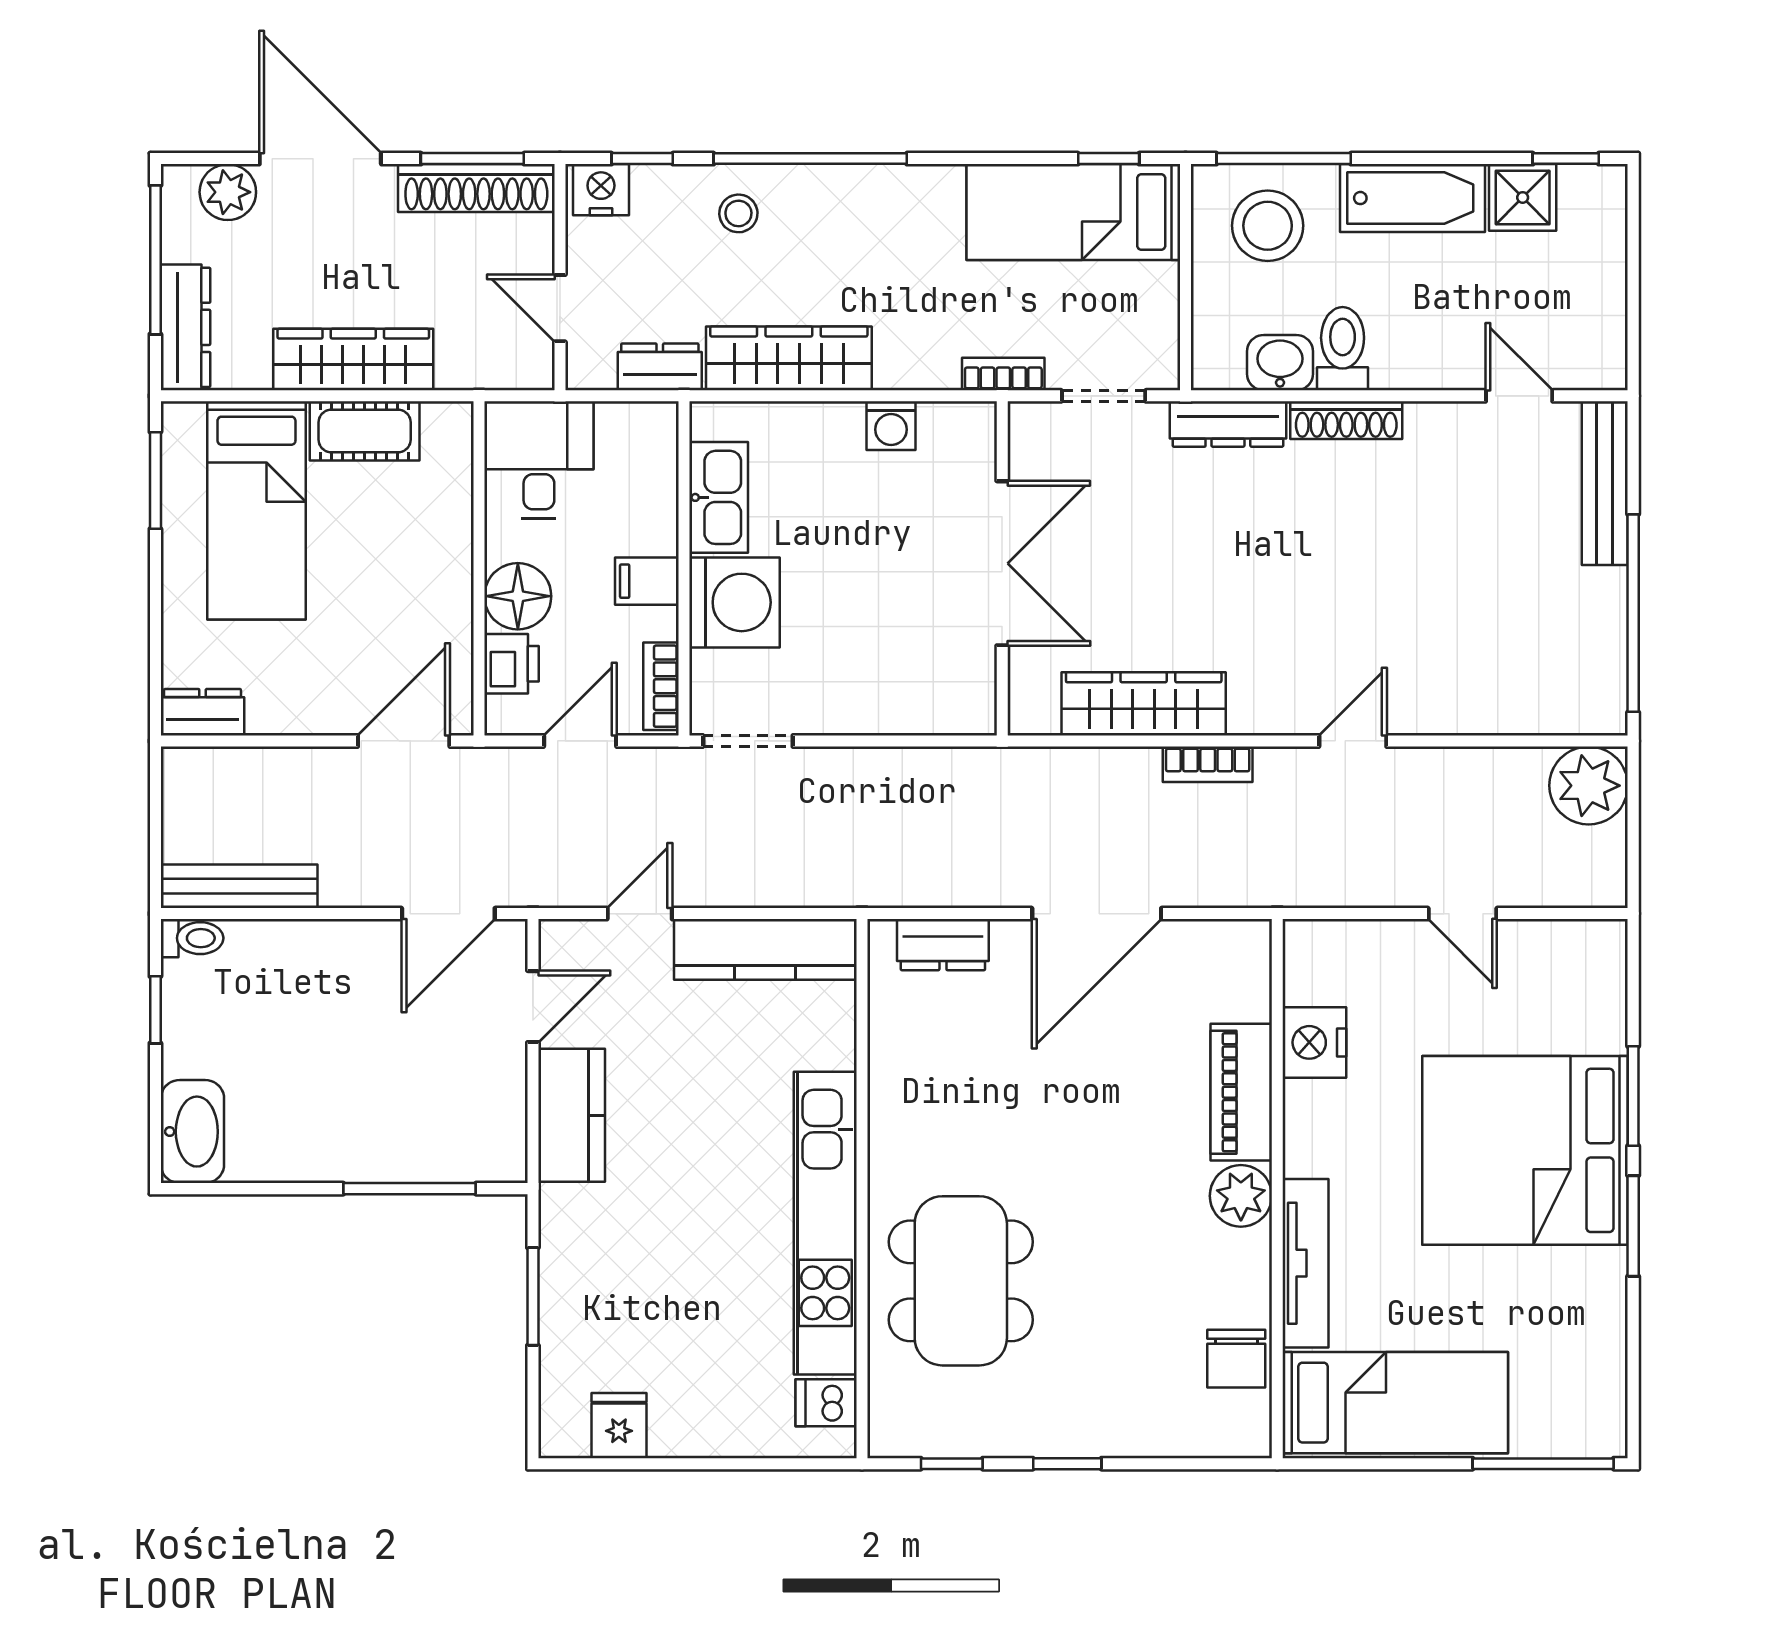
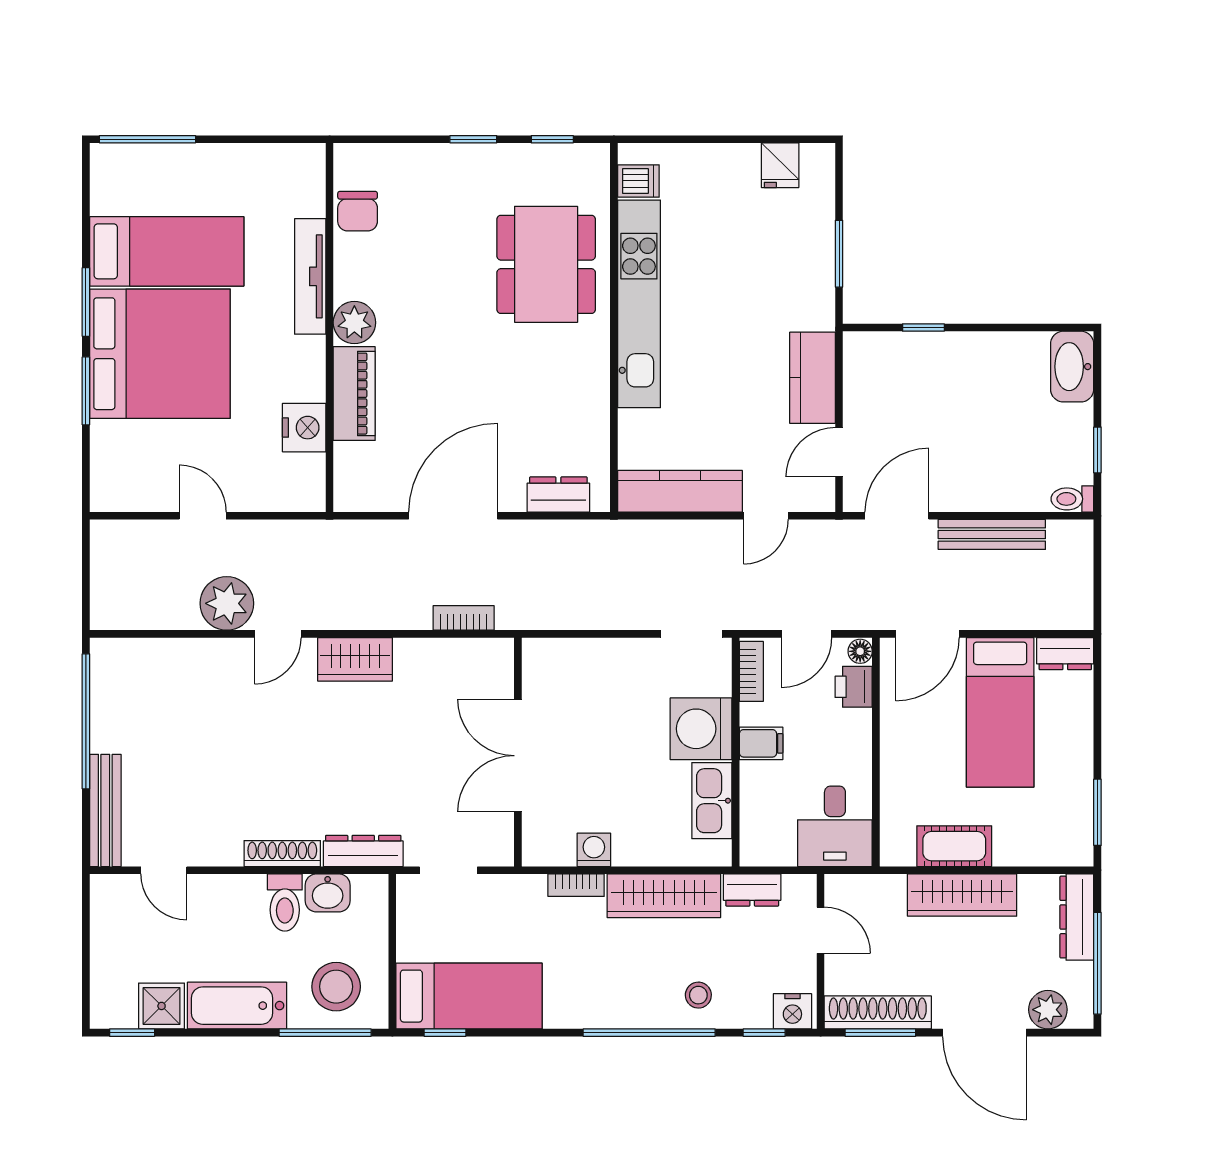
bookcase: (1003, 374) -> (576, 885), moved
bed: (256, 510) -> (1000, 712), moved, turned 180
floor lamp: (518, 596) -> (860, 651), moved, width x0.53, depth x0.53
wardrobe: (1144, 704) -> (355, 659), moved, width x0.67
bookcase: (1208, 764) -> (464, 618), moved
plant: (1589, 786) -> (227, 603), moved
bench: (239, 886) -> (992, 534), moved
window: (410, 1189) -> (923, 327), width x0.46
chair: (1236, 1359) -> (358, 211), turned 180
bed: (1395, 1403) -> (167, 251), moved, turned 180

